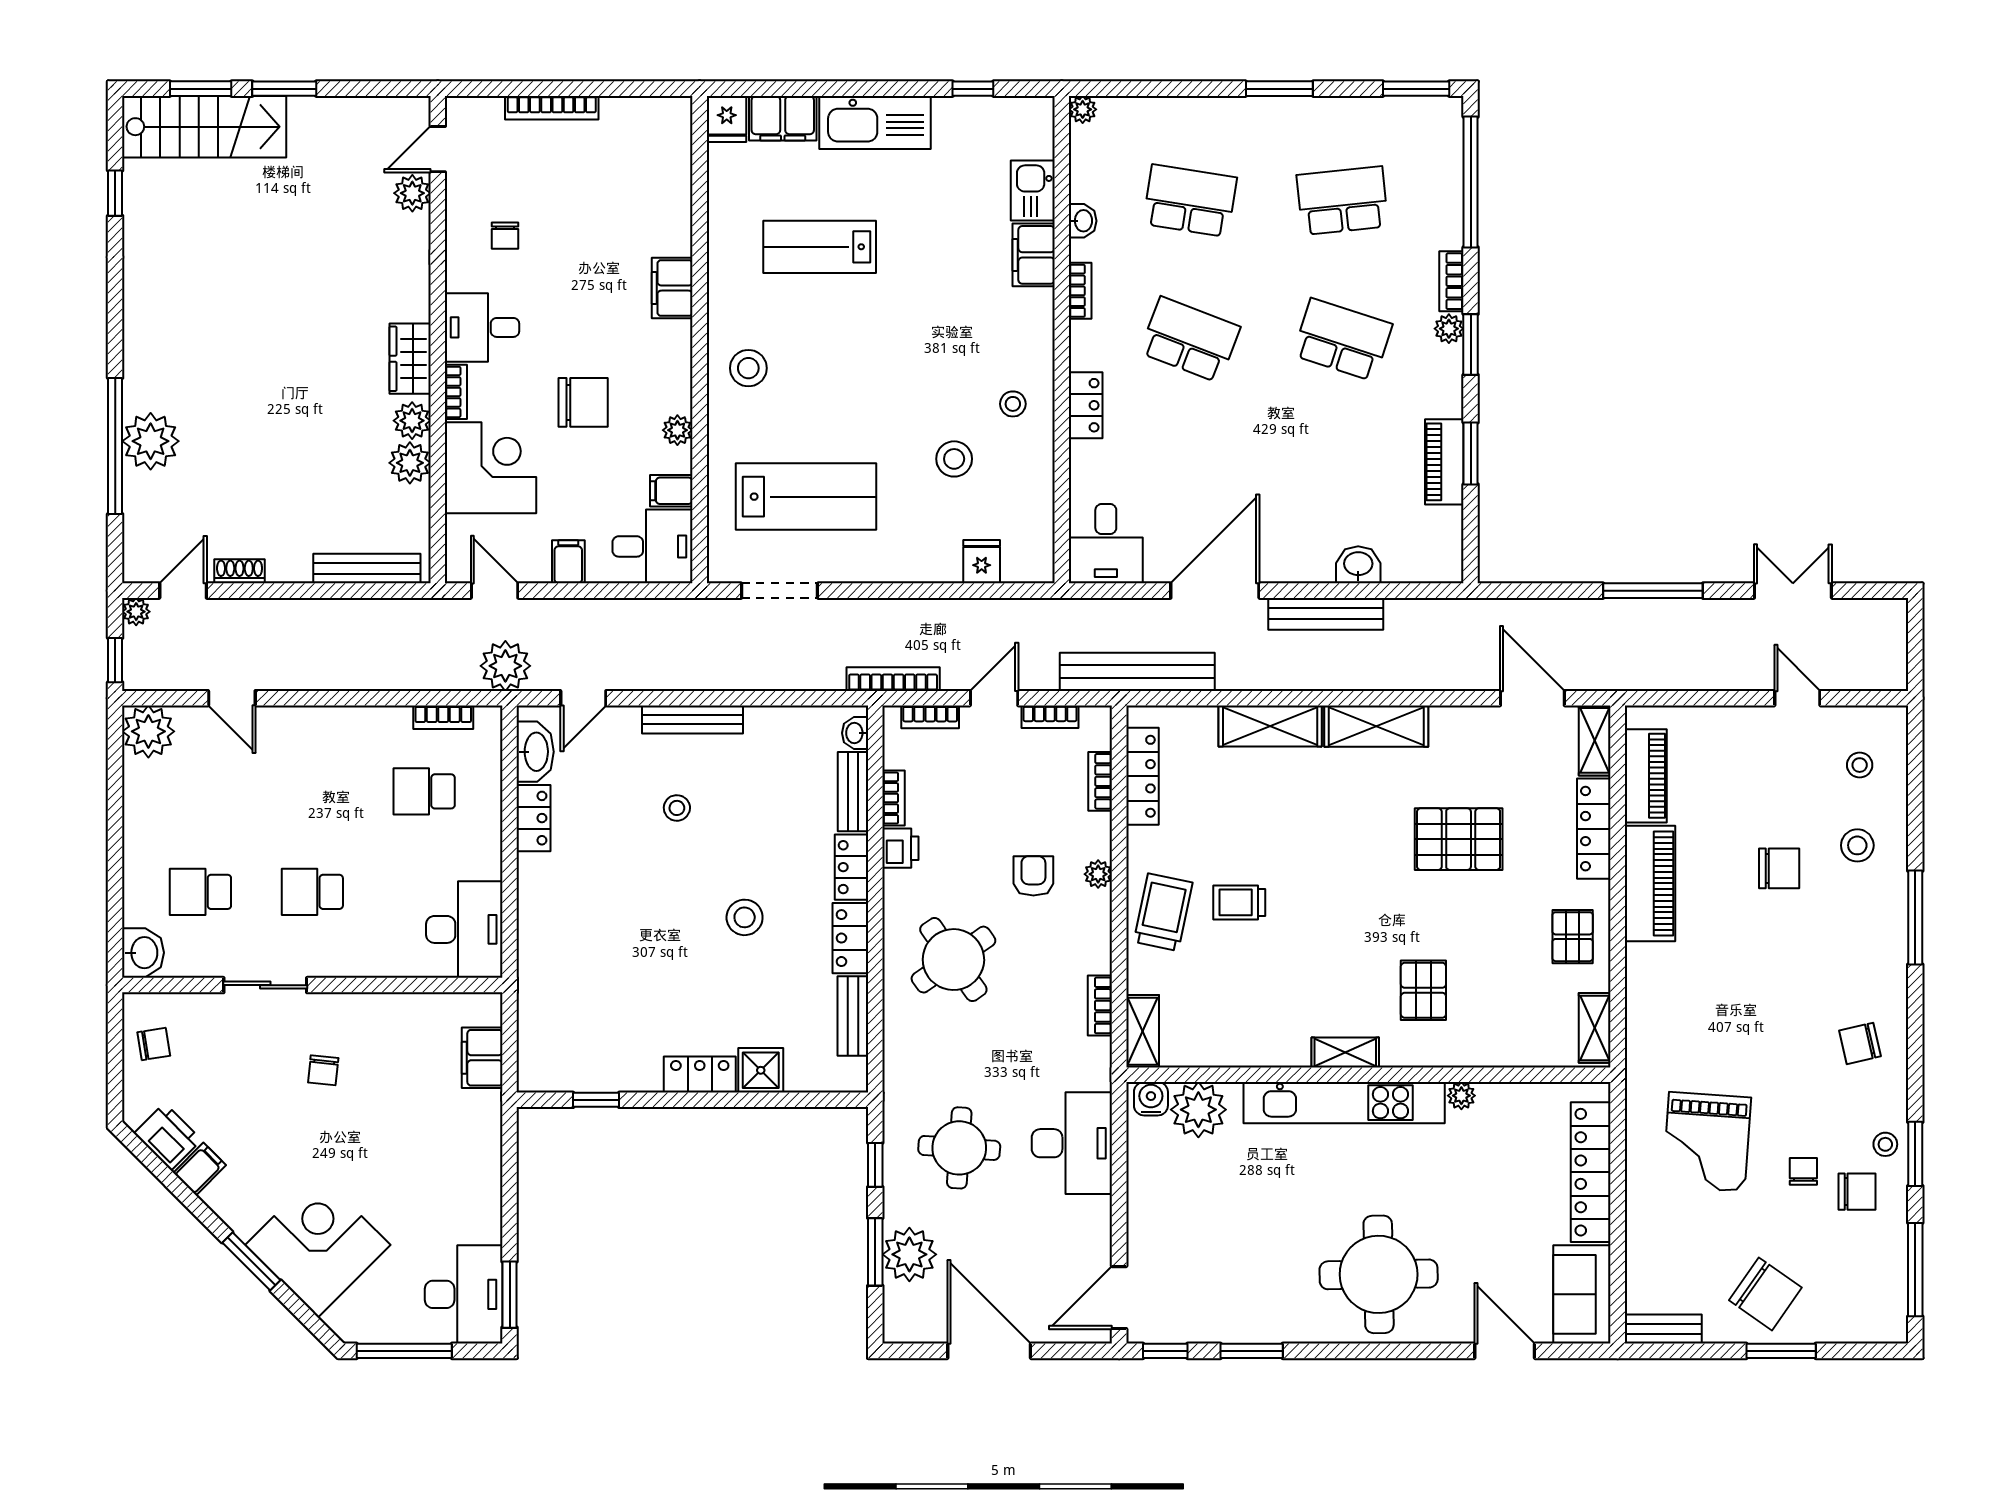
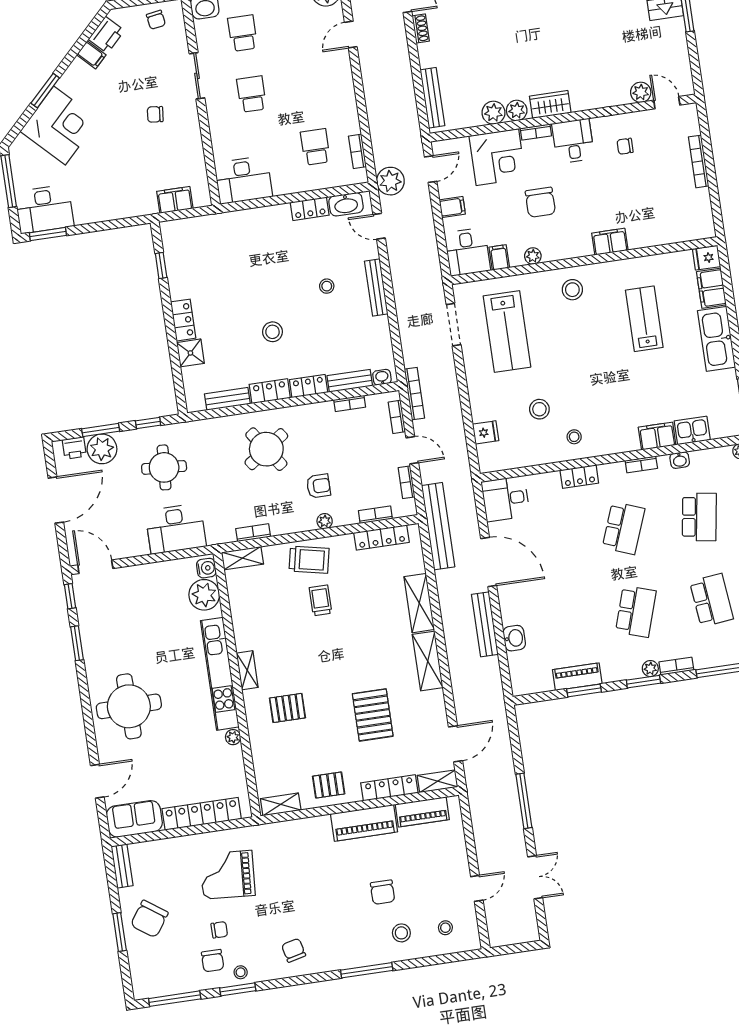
printer: (900, 848) -> (74, 448), moved

